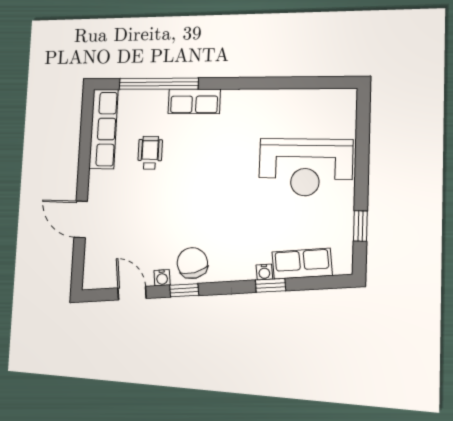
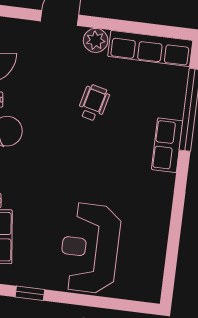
wheelchair: (150, 153) -> (94, 103), moved, turned -76
plant: (99, 182) -> (96, 40), added

